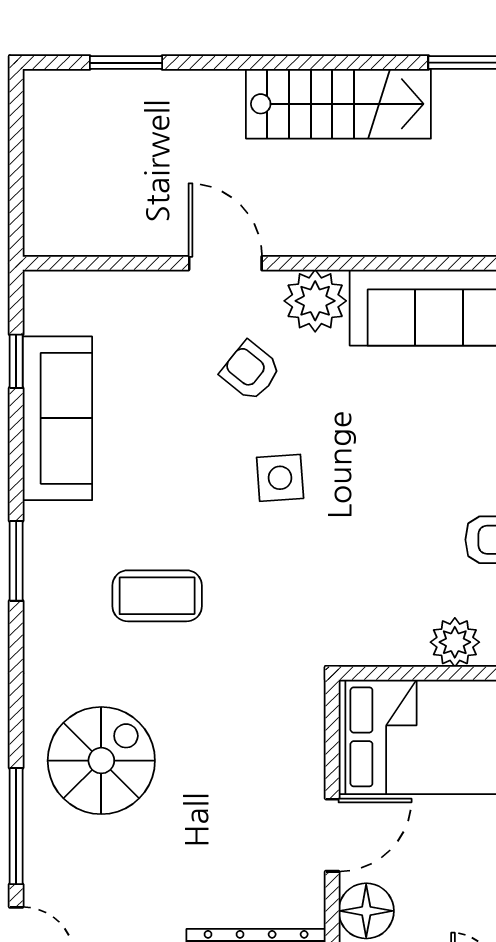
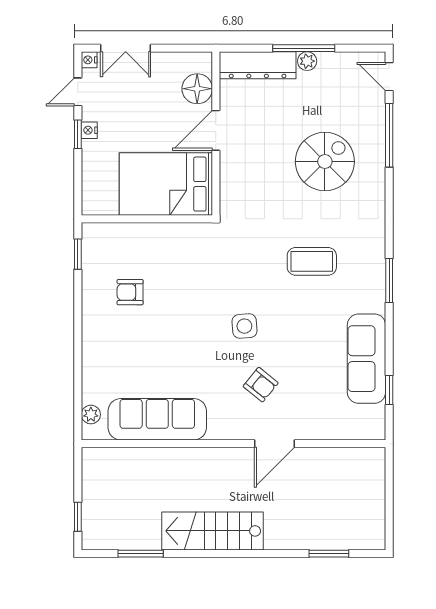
door: (225, 263) -> (274, 444), hinge flipped
plant: (315, 301) -> (225, 423), removed
plant: (455, 642) -> (149, 236), removed
spiral stairs: (101, 761) -> (325, 162), moved, turned 180

